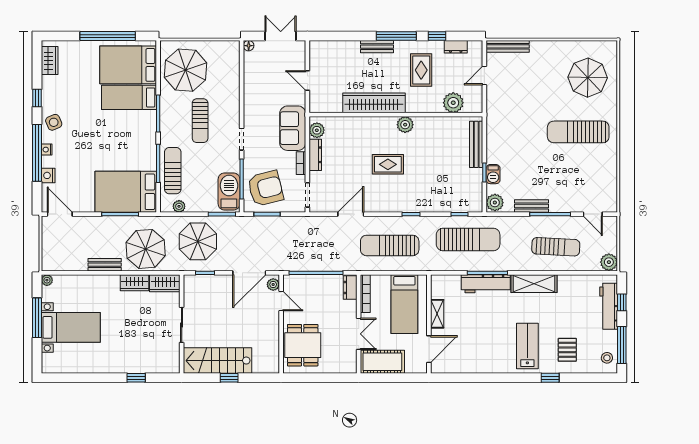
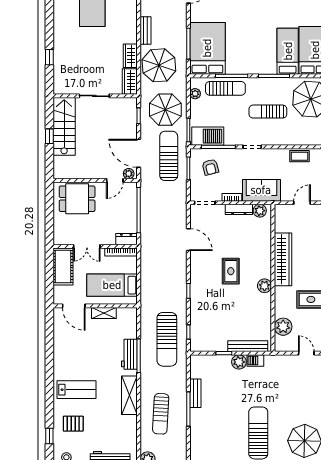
coffee table: (253, 83) -> (300, 156), added
barbecue: (493, 174) -> (255, 361), moved
armchair: (265, 188) -> (210, 167), width x0.53, depth x0.53
plant: (495, 203) -> (239, 362), moved
door: (593, 214) -> (188, 445), removed
sun lounger: (390, 245) -> (169, 156), moved
workbench: (486, 284) -> (129, 354), width x0.73
window: (550, 378) -> (49, 436), moved

